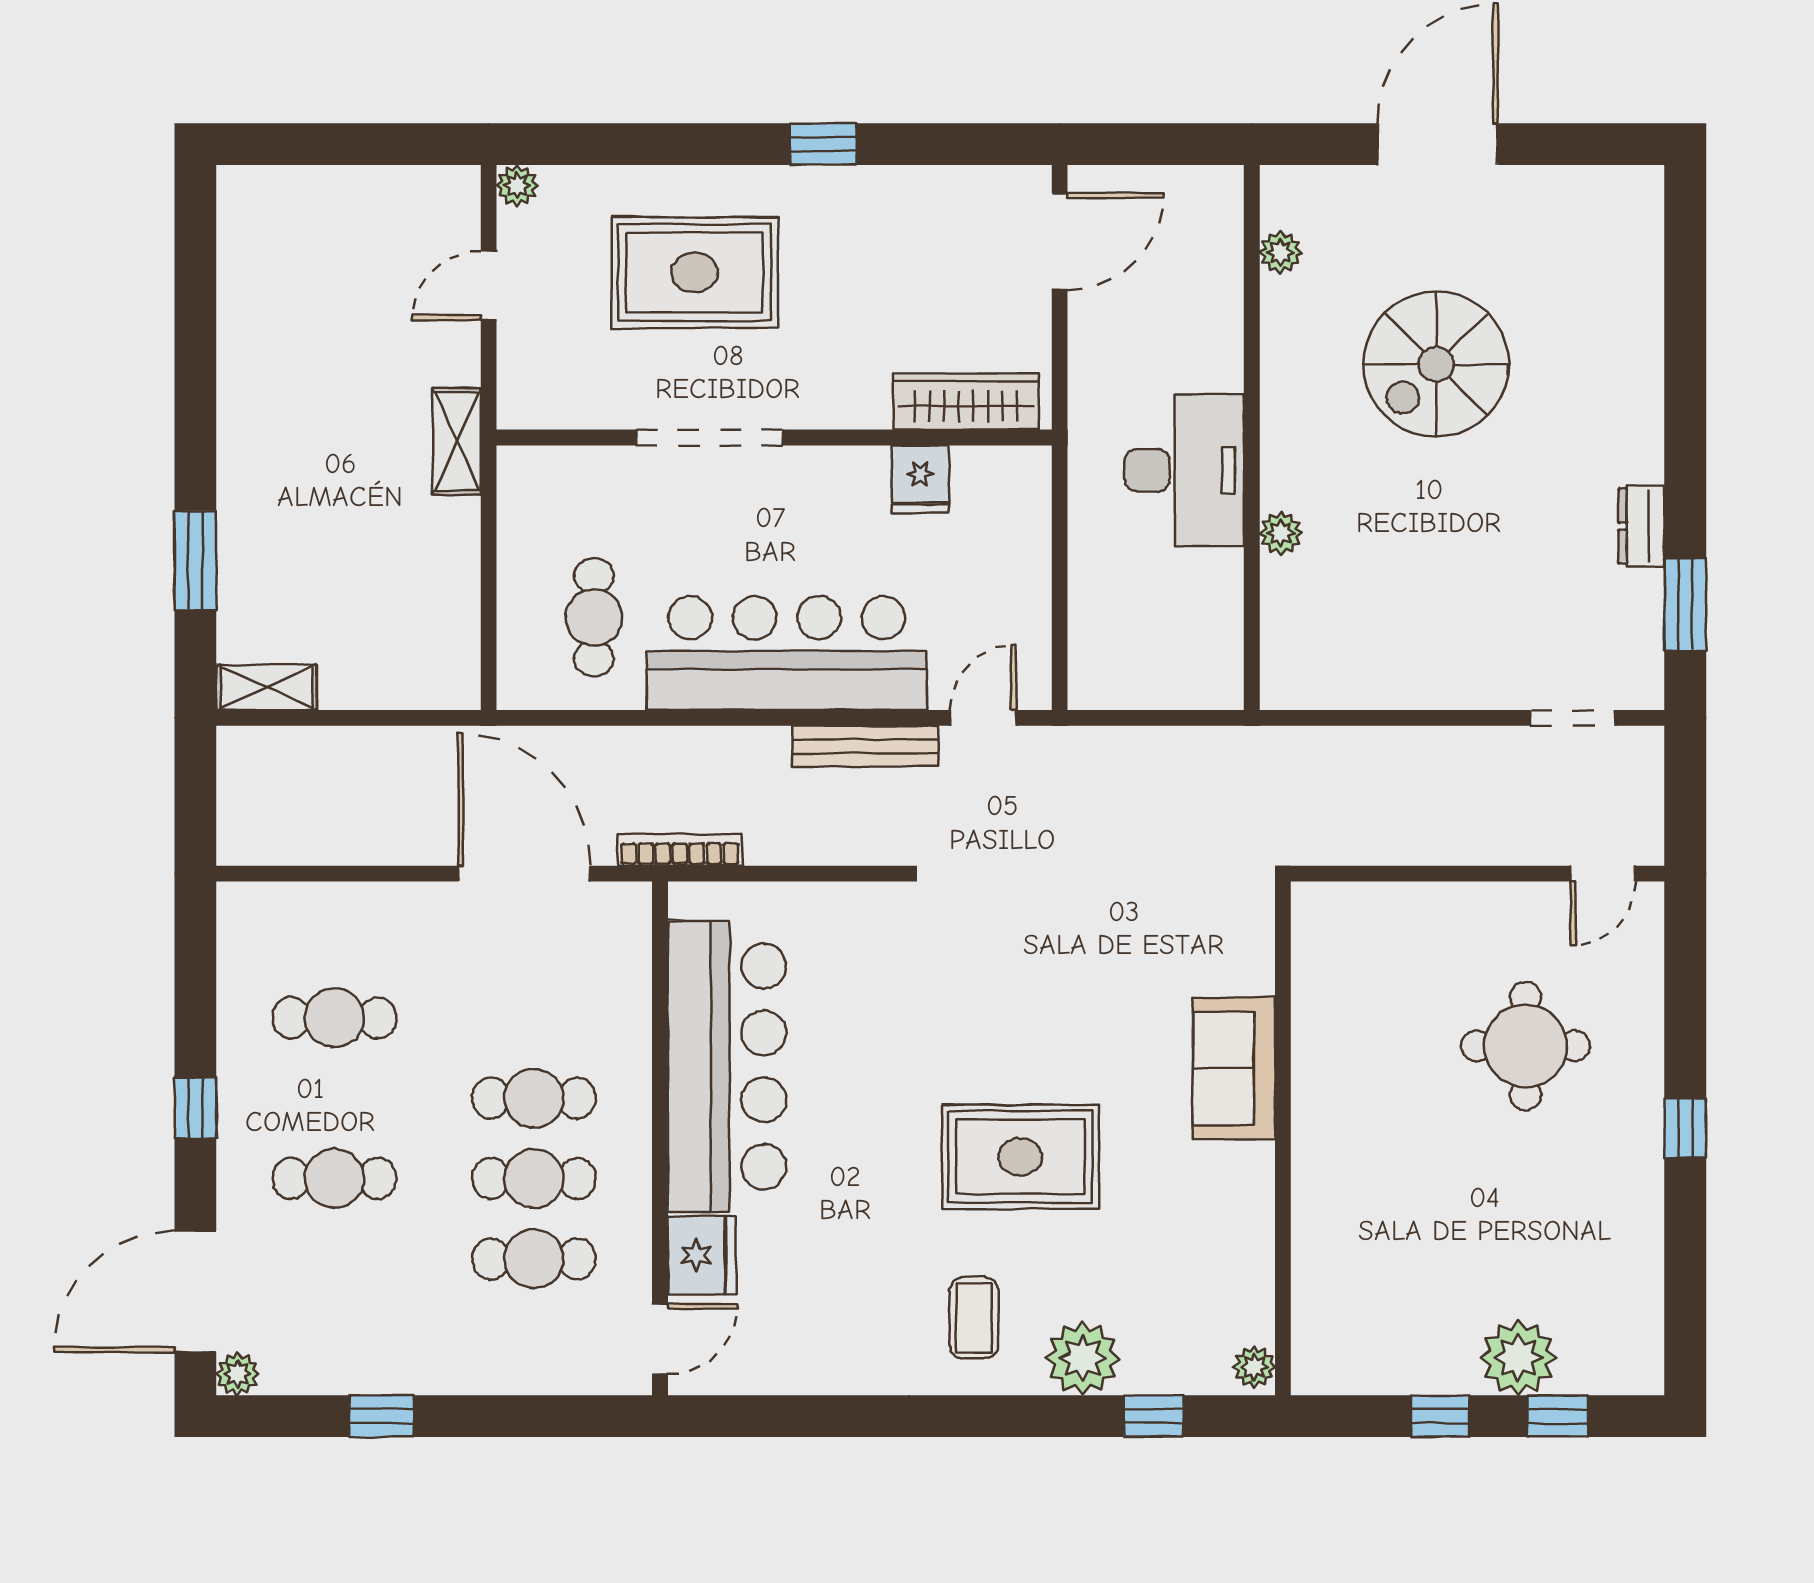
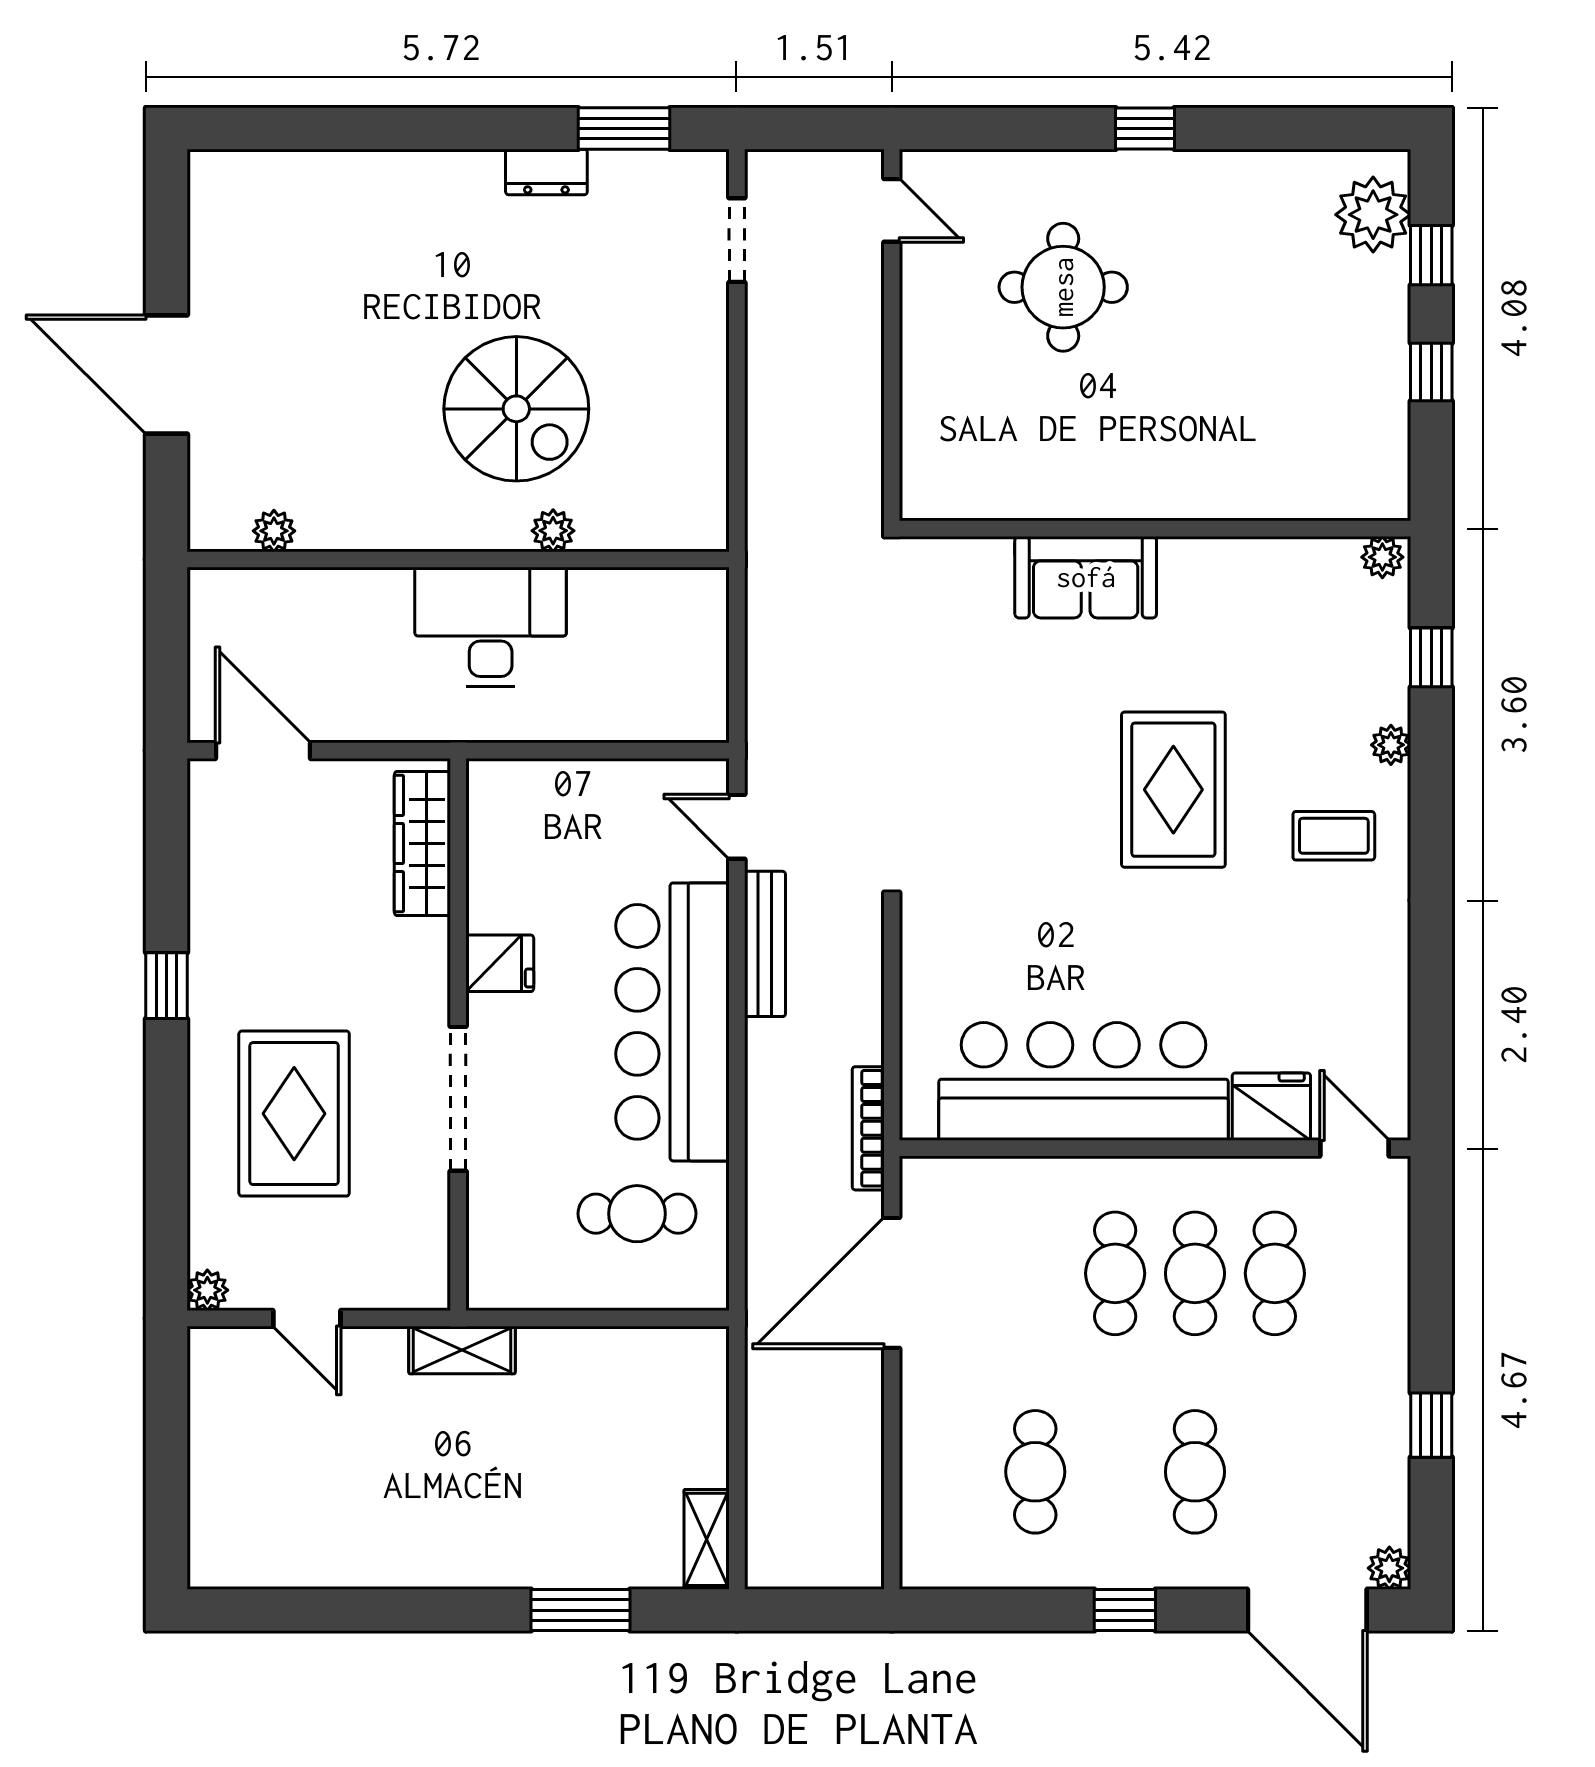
spiral stairs: (1436, 364) -> (516, 409), moved
fridge: (920, 479) -> (500, 963), moved
plant: (1083, 1358) -> (1391, 745), width x0.53, depth x0.53
plant: (1518, 1358) -> (1373, 215), moved

